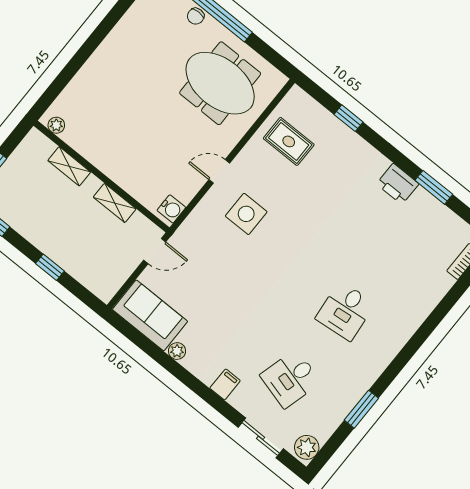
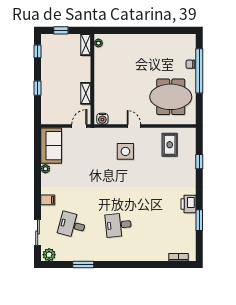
meeting table: (220, 83) -> (171, 97), turned 90
shelving: (69, 166) -> (86, 45), moved
door: (155, 251) -> (79, 126), swing flipped

